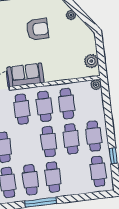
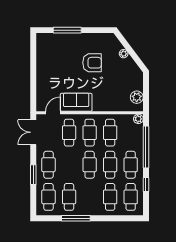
window: (108, 115) -> (146, 147), added
cafe table: (53, 177) -> (110, 197), moved

